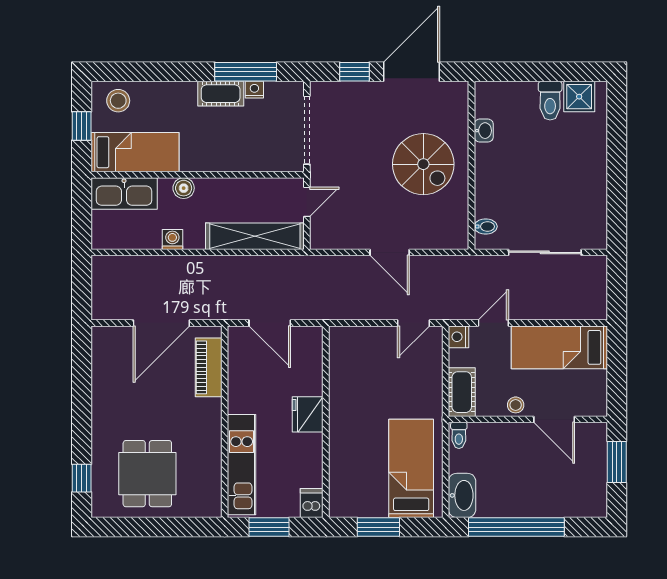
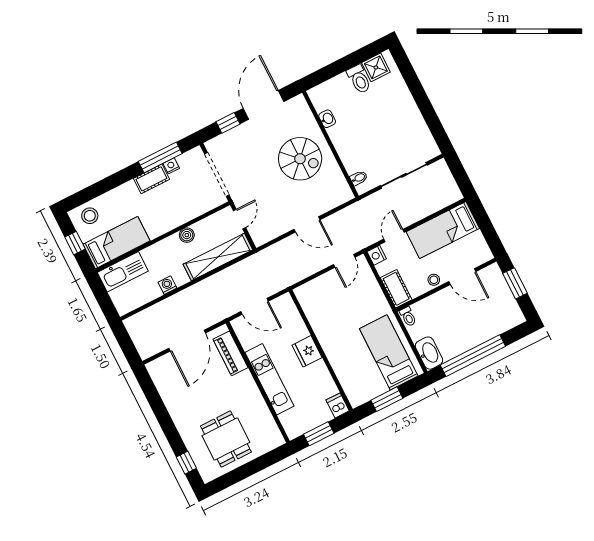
boiler: (184, 188) -> (187, 235), moved
kitchen unit: (242, 465) -> (269, 379), moved

